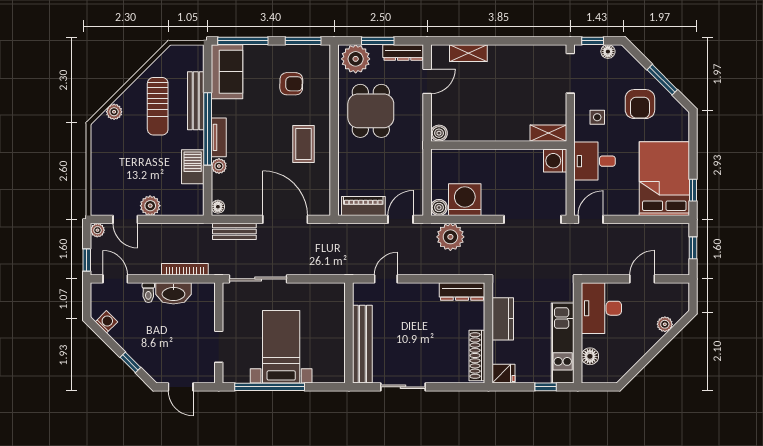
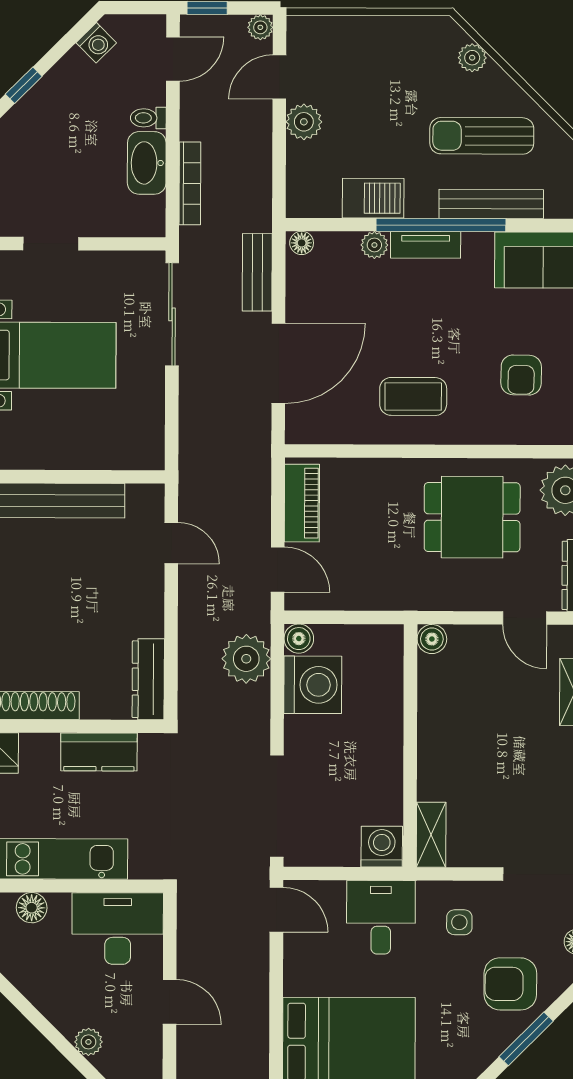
armchair: (640, 104) -> (510, 984), moved

